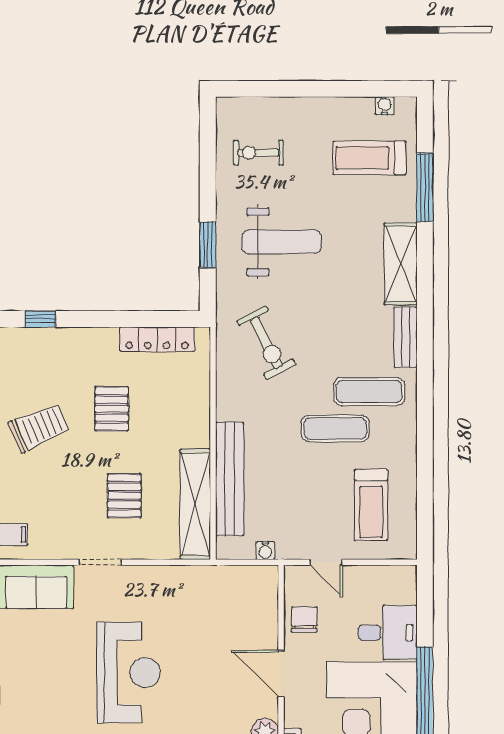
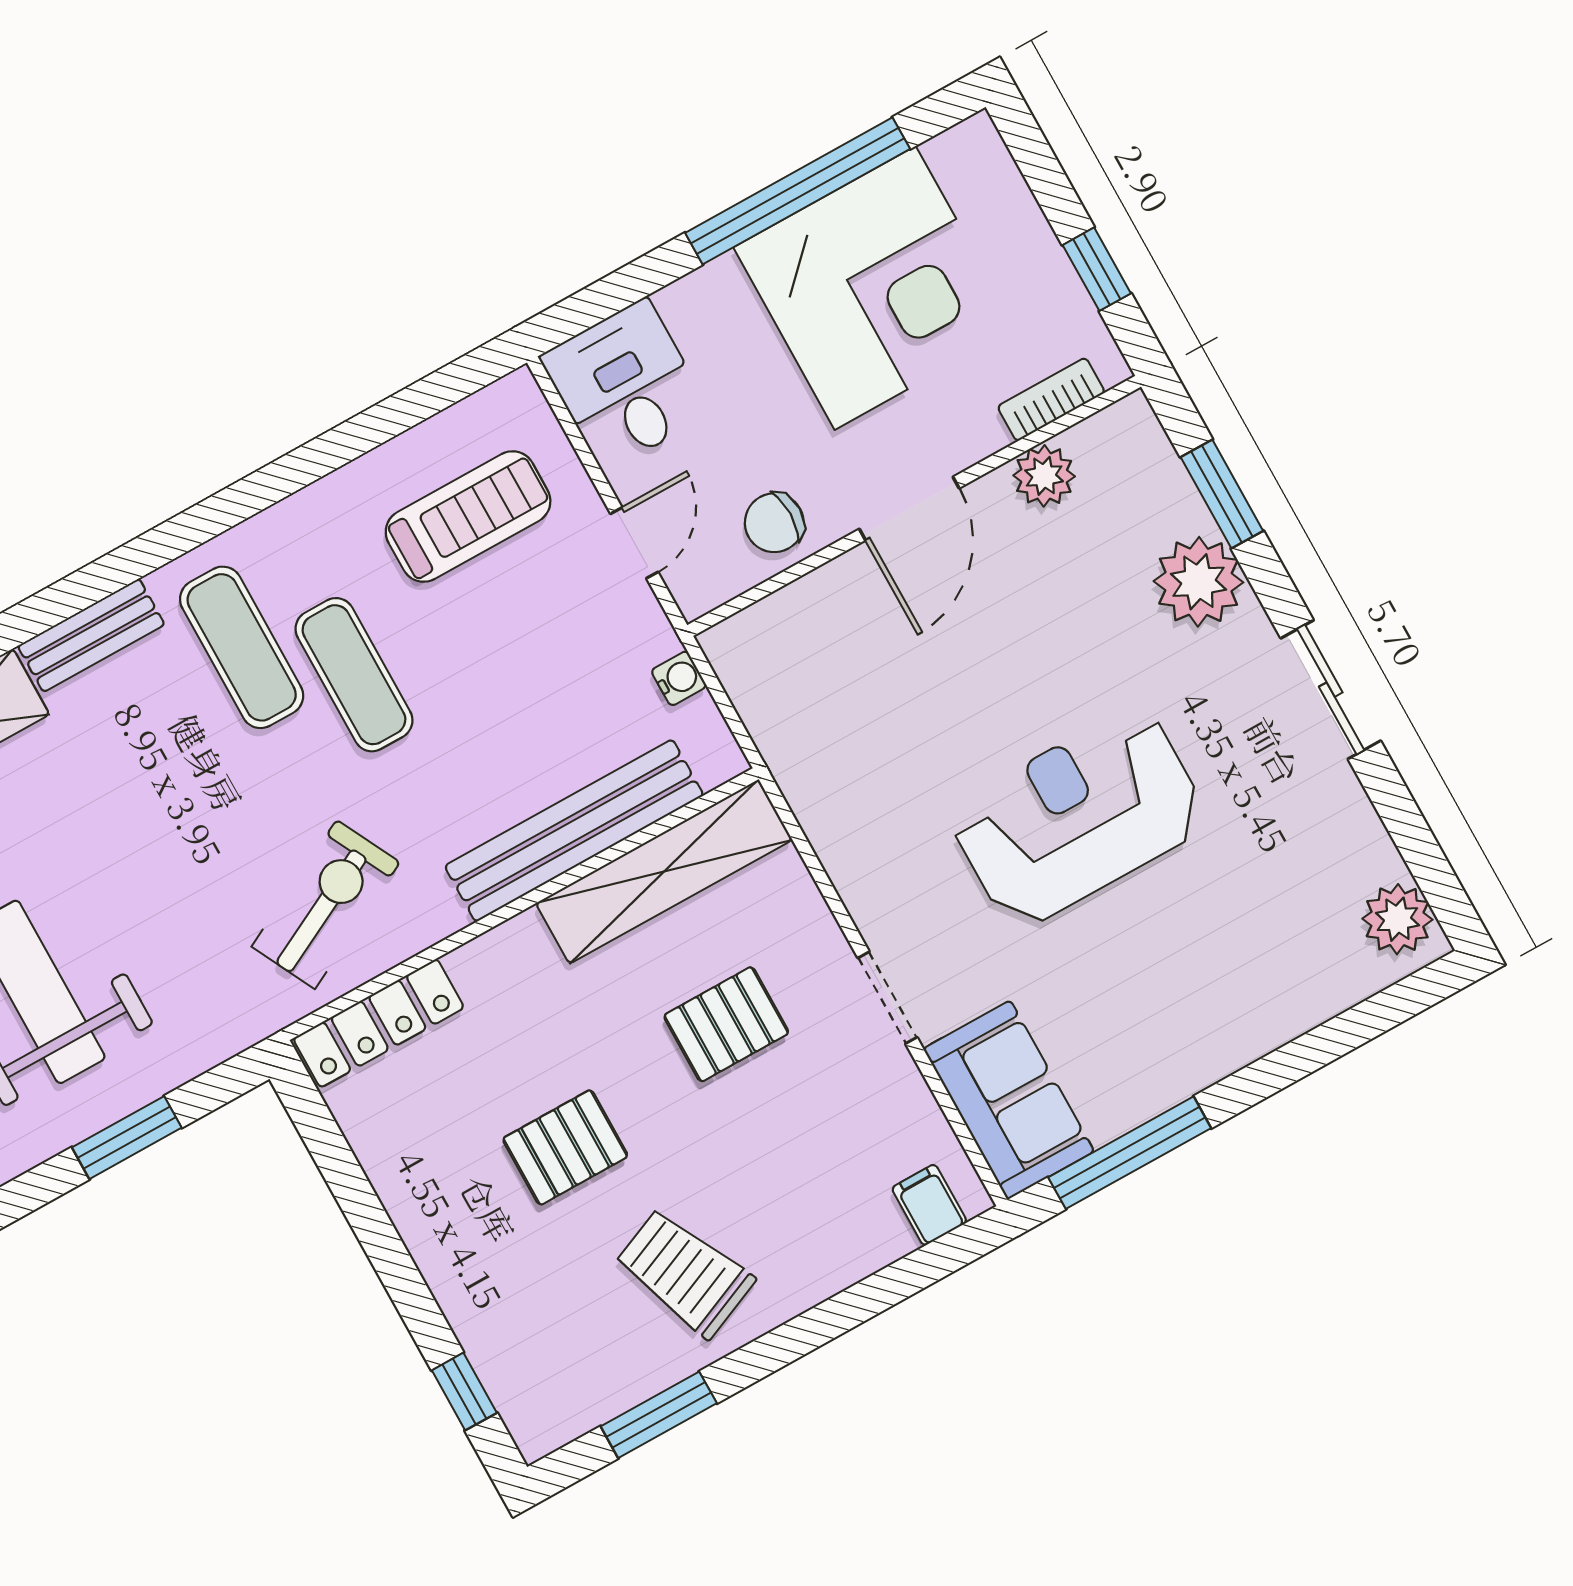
locker: (157, 339) -> (379, 1023), moved, turned 90
exercise bike: (266, 343) -> (326, 904), moved
desk: (388, 633) -> (625, 385), moved

